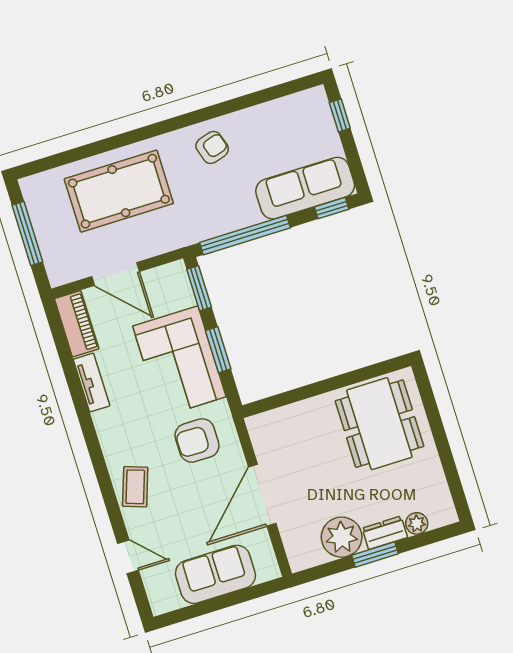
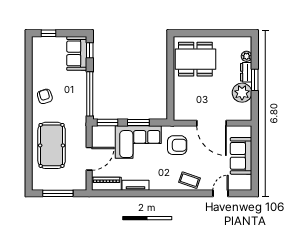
sofa: (305, 188) -> (77, 53), width x0.73
armchair: (197, 440) -> (177, 145), turned -90

